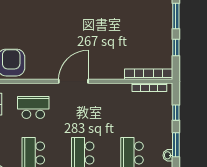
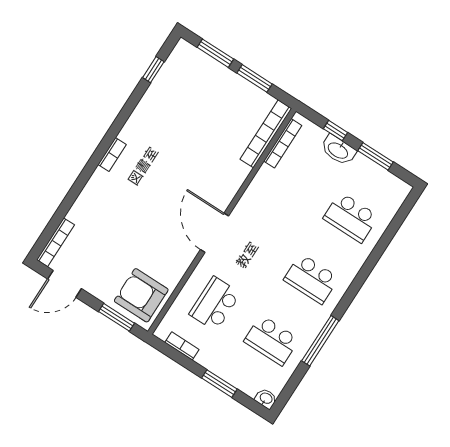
window: (176, 48) -> (255, 78), width x1.50
washbasin: (168, 155) -> (338, 150), moved, width x1.91, depth x1.45

